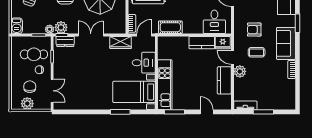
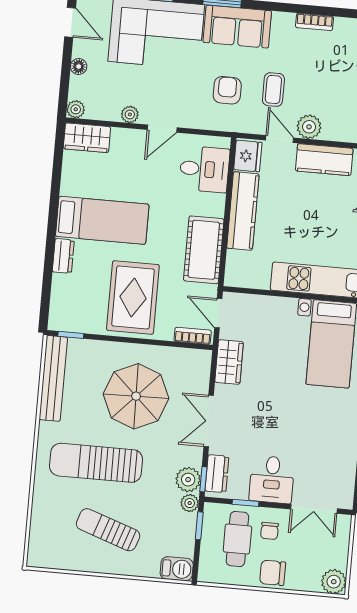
cot: (170, 27) -> (204, 250), width x1.37, depth x1.34
armchair: (254, 30) -> (227, 90), turned 180
kitchen counter: (202, 43) -> (243, 211), width x1.50
sofa: (286, 43) -> (237, 27), moved
door: (232, 57) -> (280, 139), swing flipped
desk: (144, 63) -> (272, 479), moved, turned 180
chair: (30, 87) -> (273, 573), moved
double door: (52, 91) -> (314, 509), swing flipped
plant: (27, 104) -> (334, 582), moved

